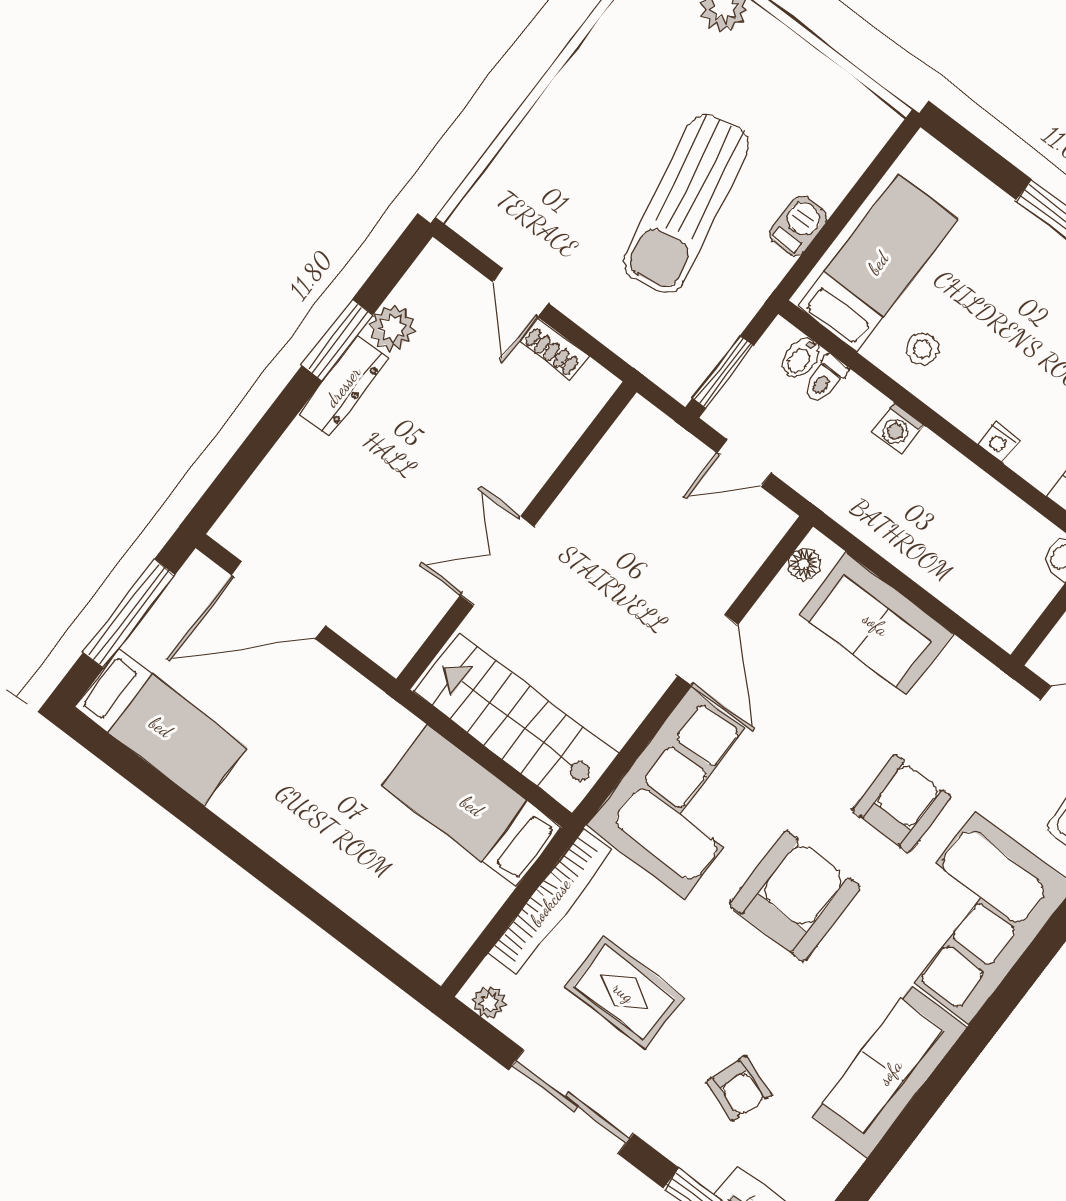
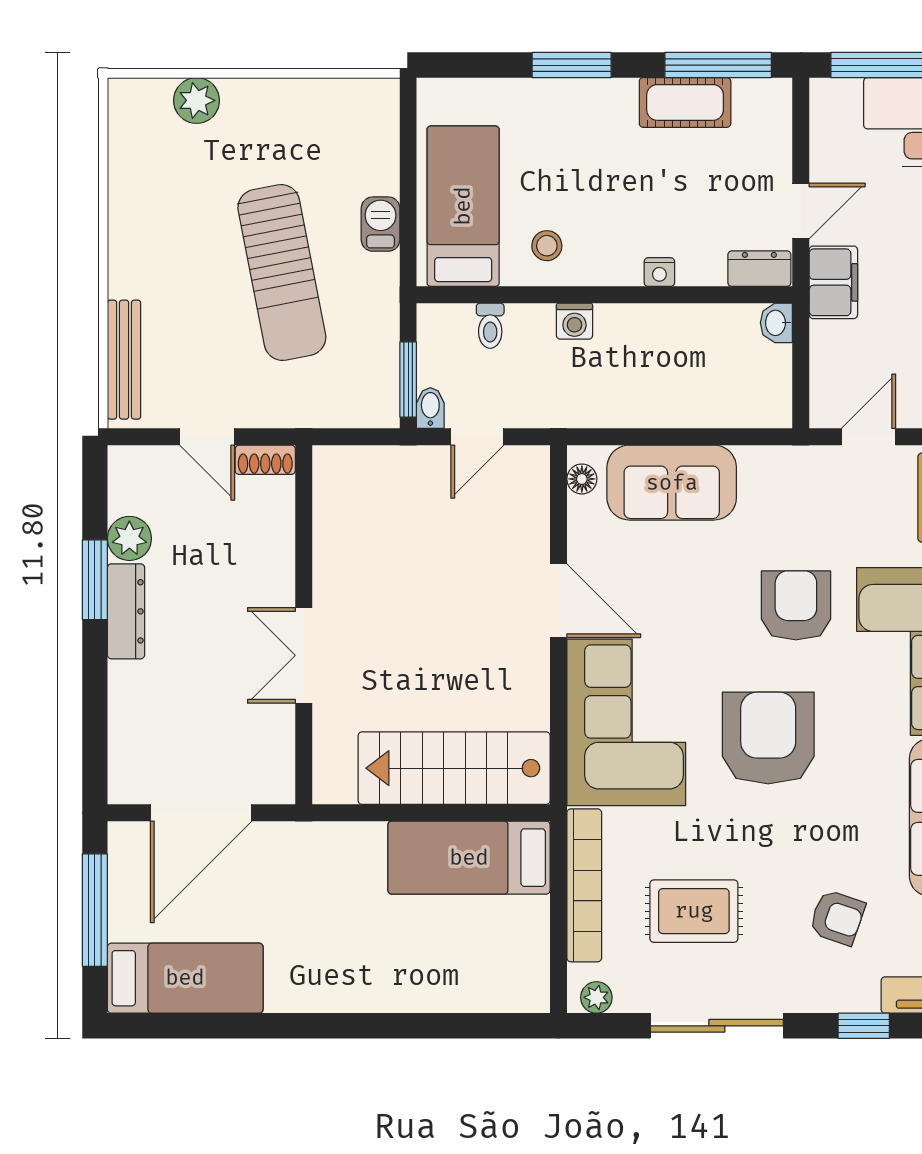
bench: (500, 176) -> (124, 360), added
bidet: (801, 358) -> (430, 408), moved, turned 180
wall: (516, 536) -> (304, 625), moved
double door: (497, 561) -> (304, 655), moved

